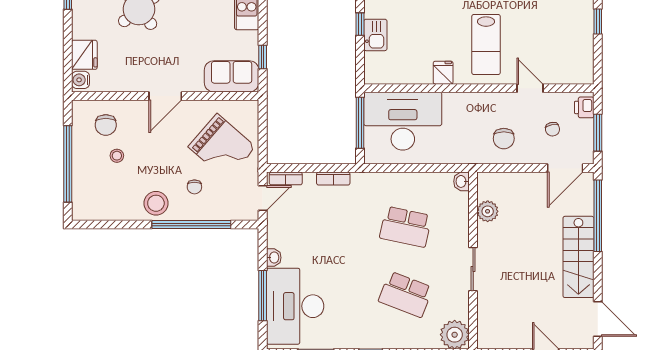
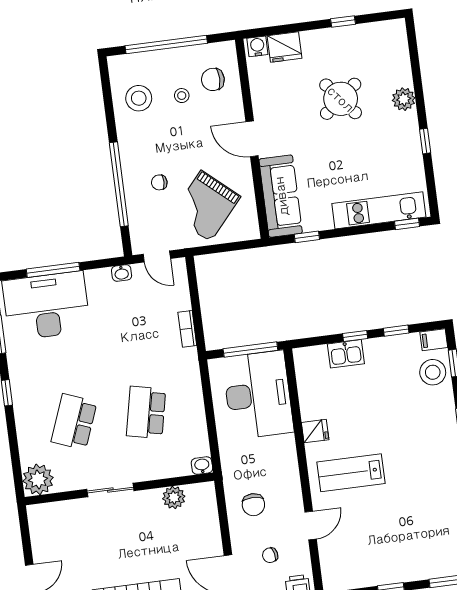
sofa: (232, 76) -> (281, 196), width x1.36
chair: (504, 139) -> (253, 505), turned -90
bookcase: (286, 178) -> (181, 278), removed
stool: (156, 203) -> (139, 98), moved
washbasin: (274, 258) -> (122, 273), moved

